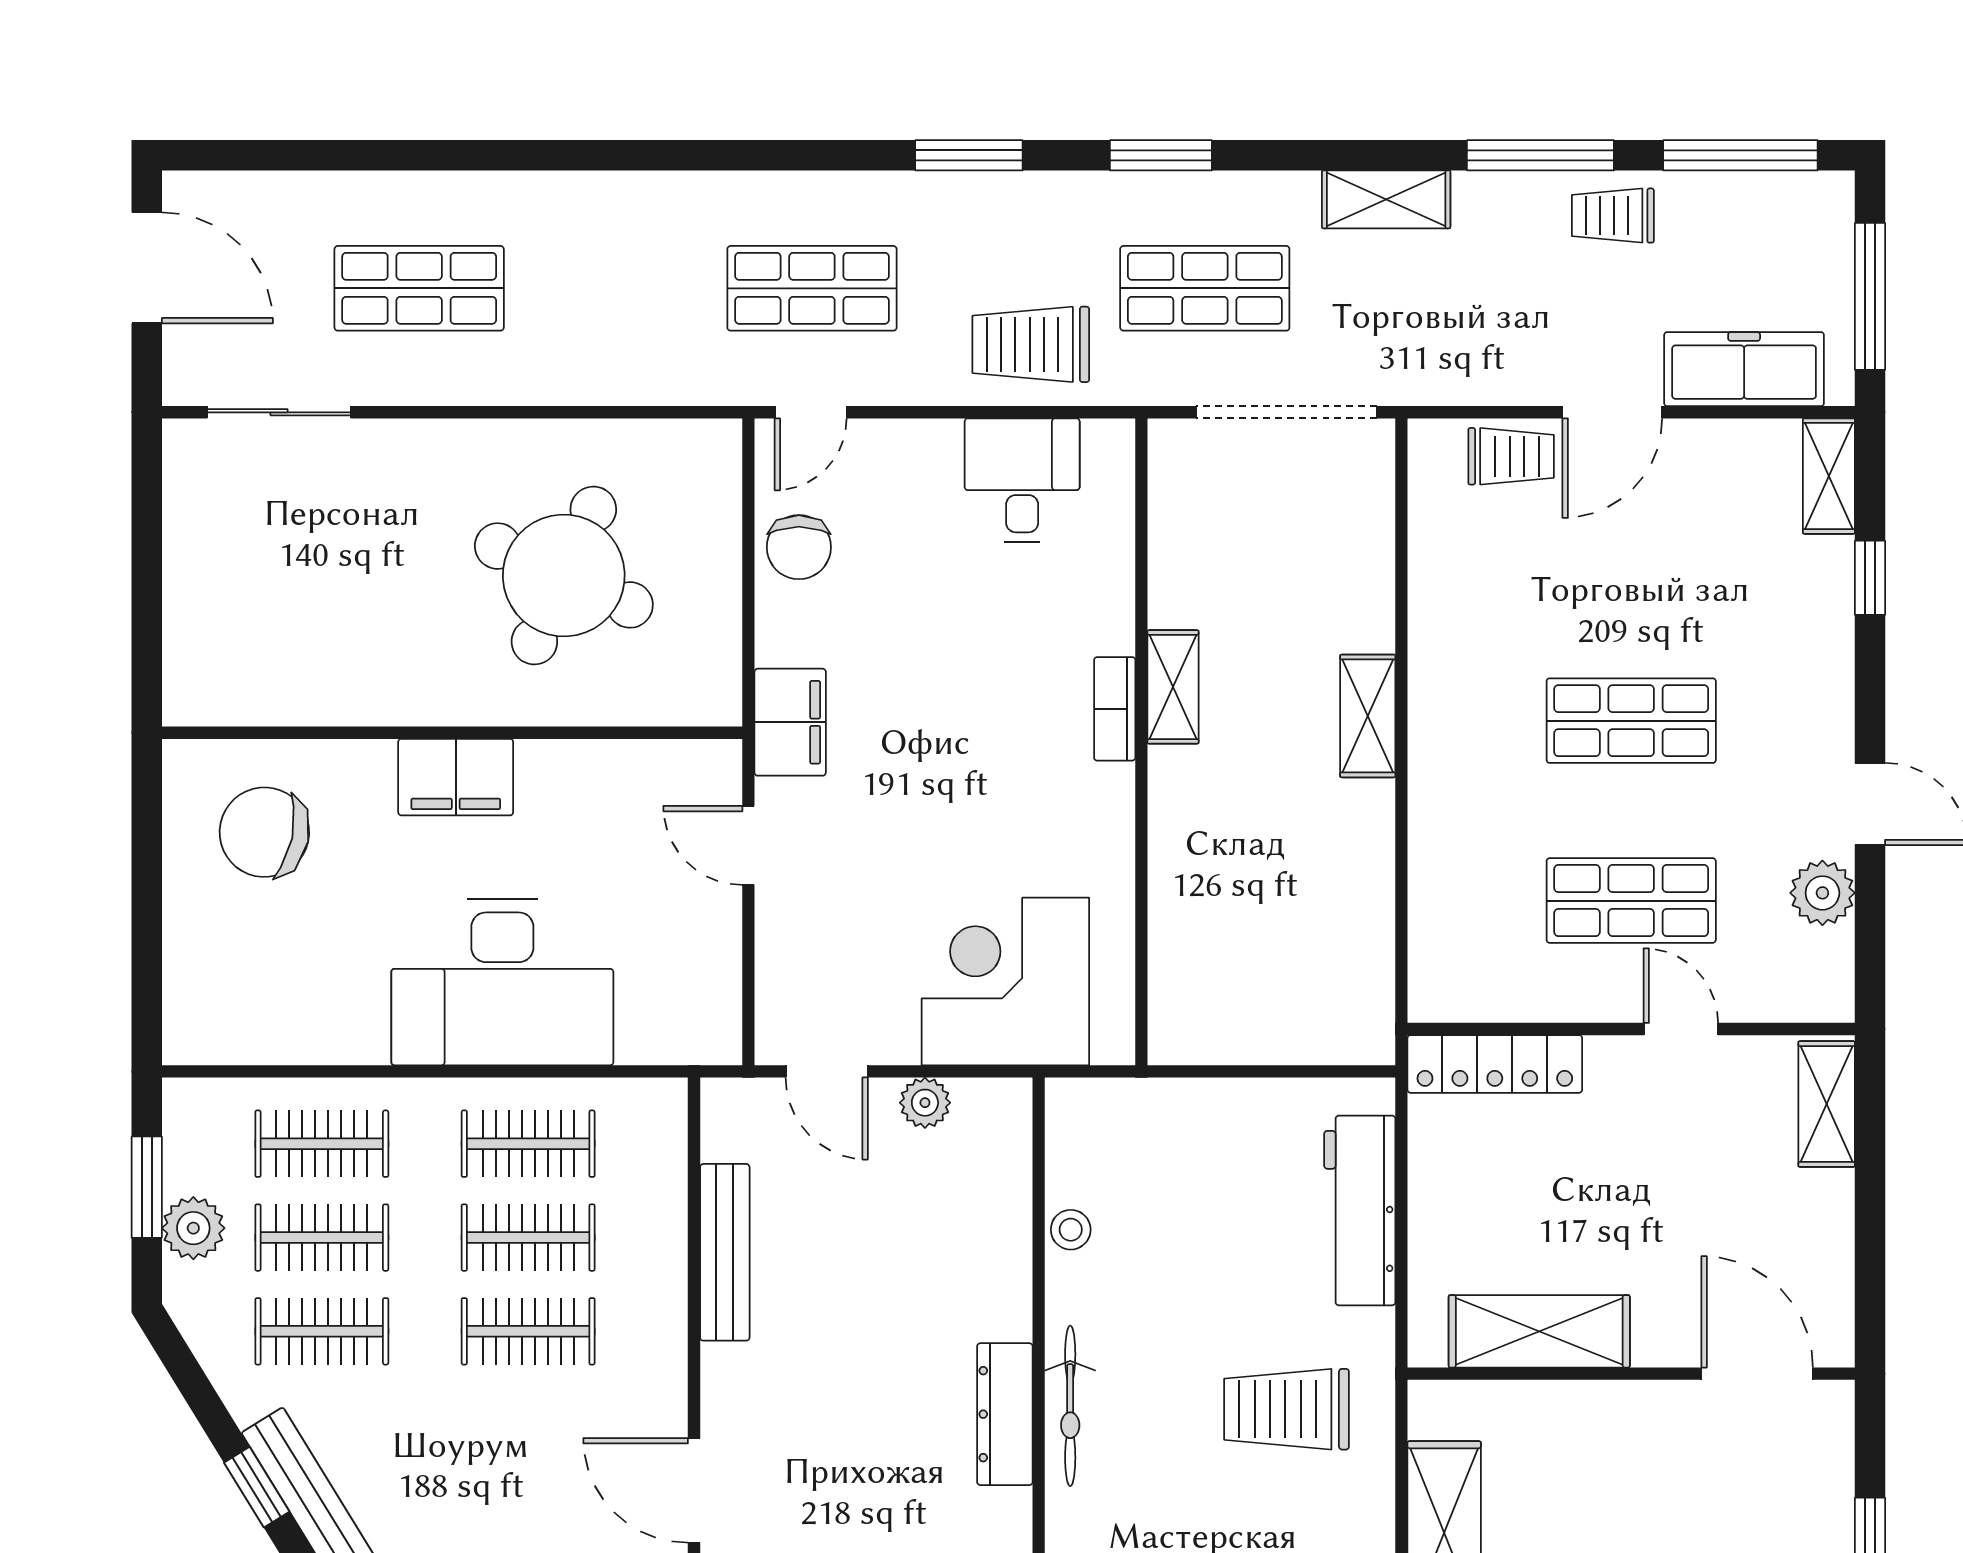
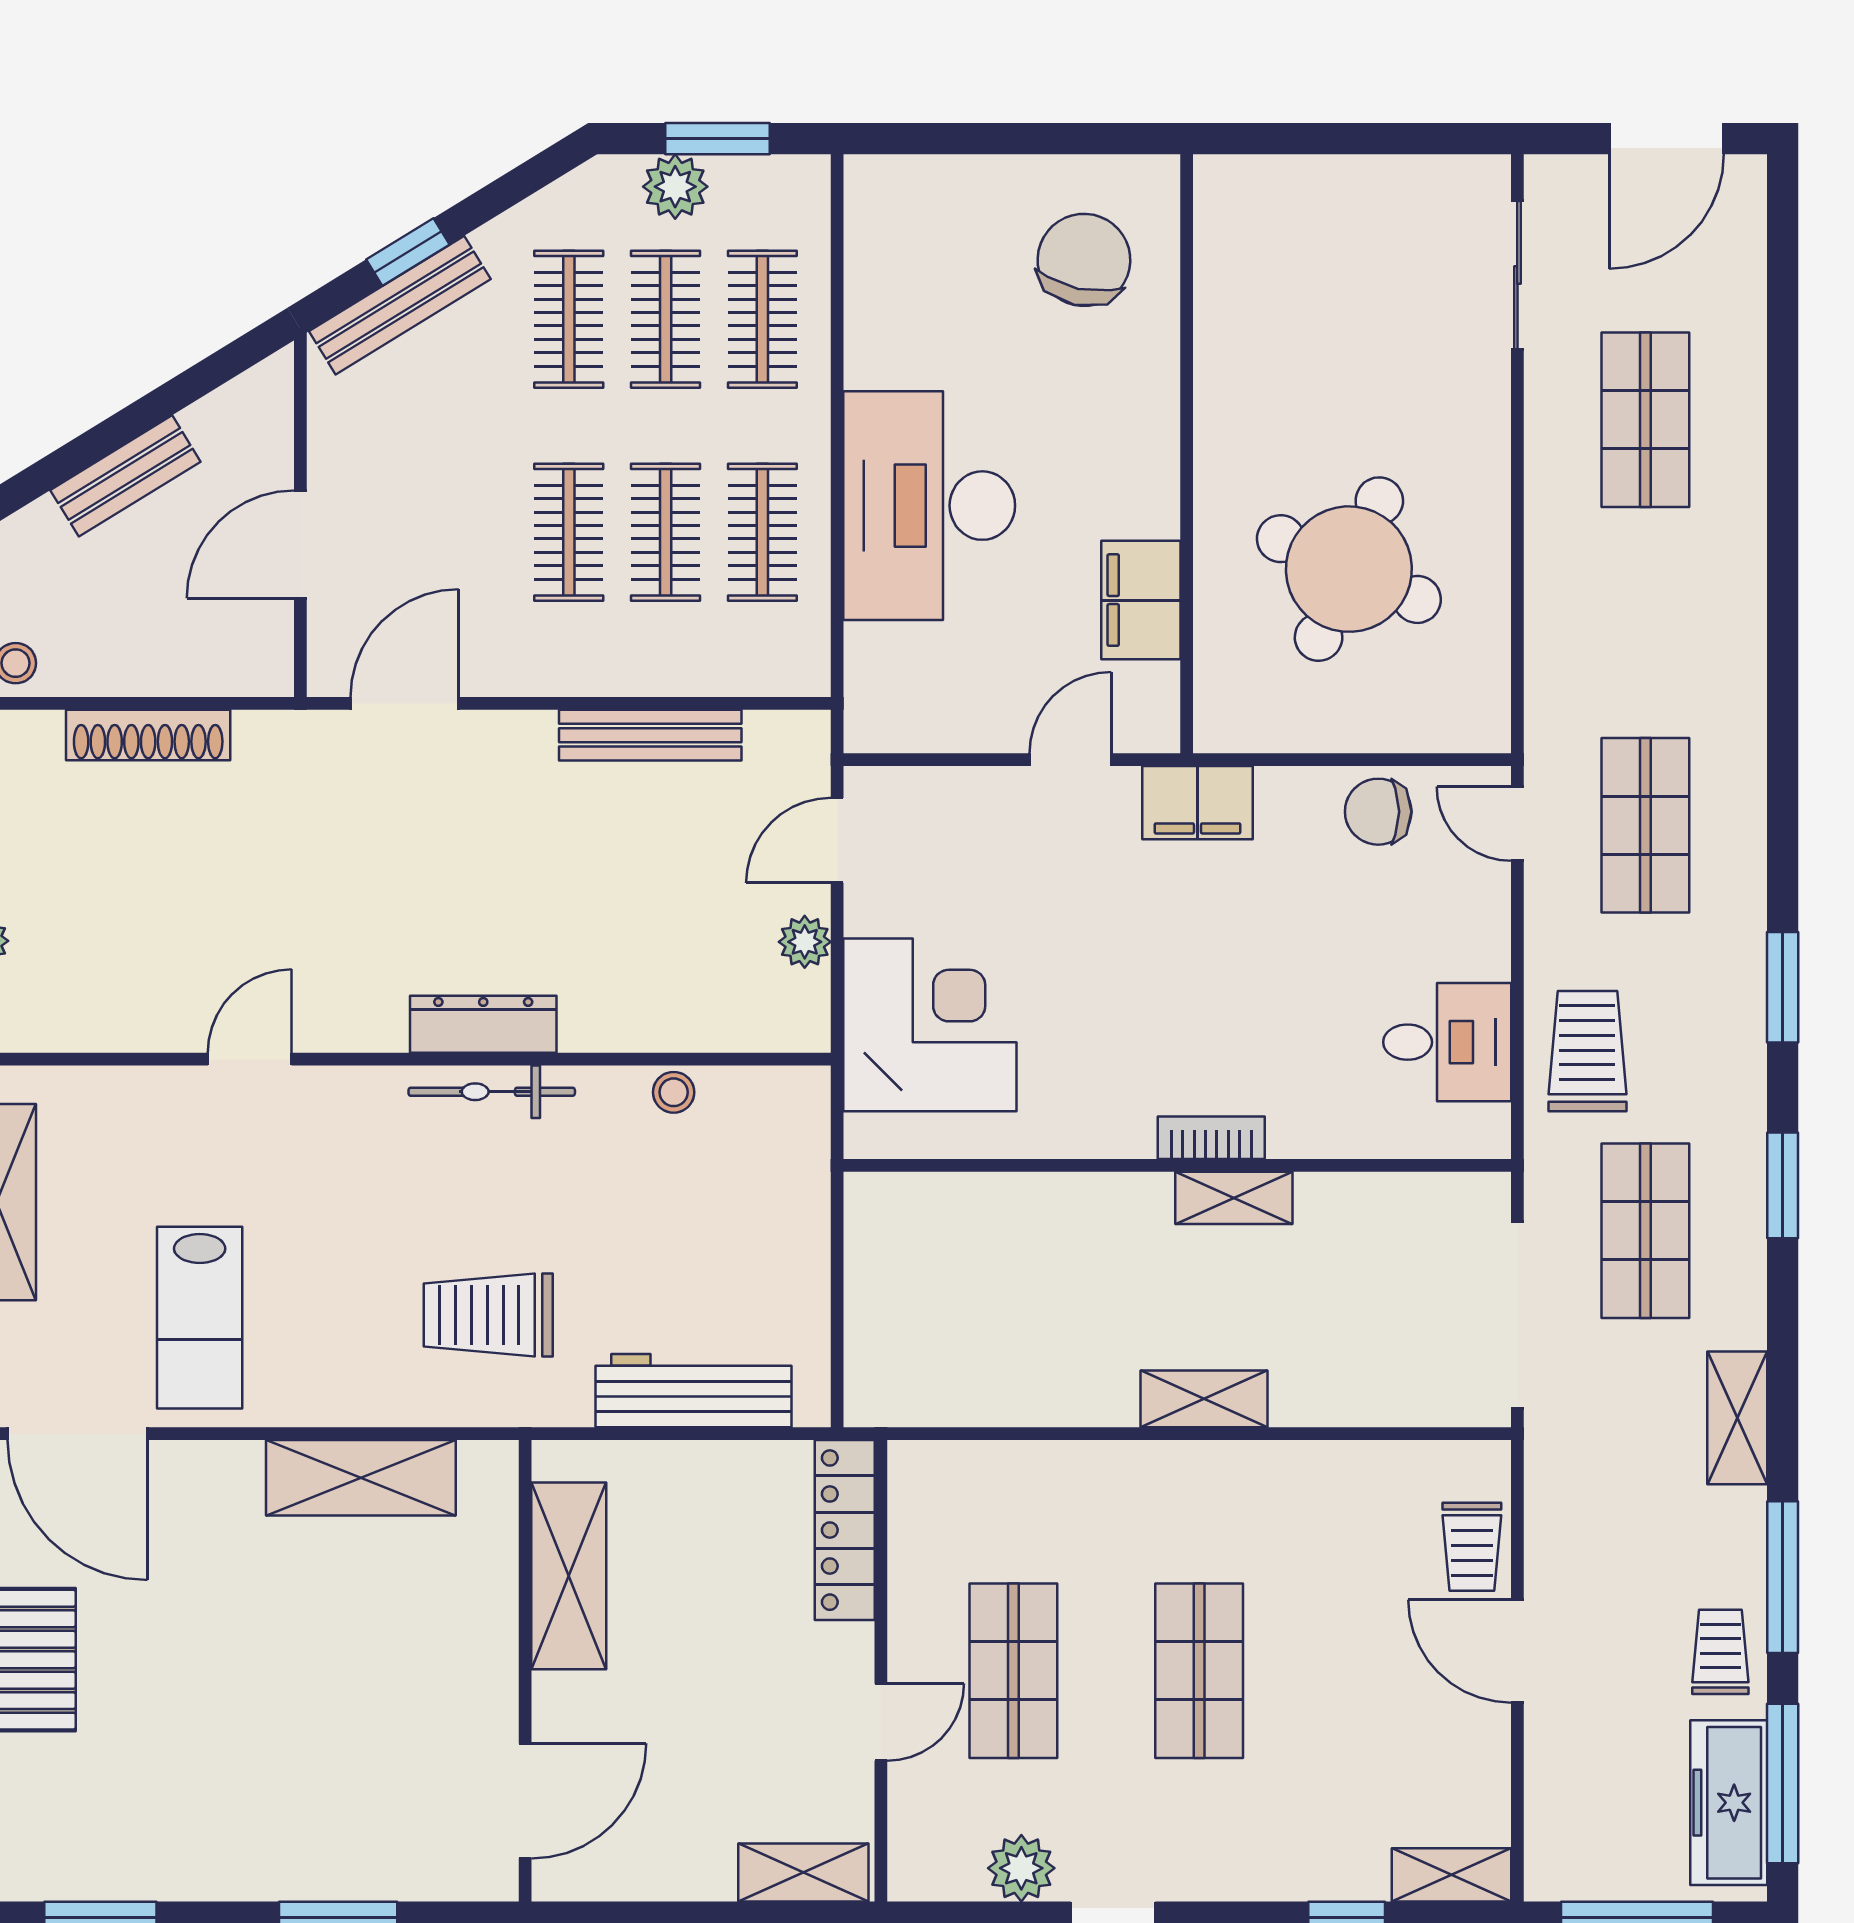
freezer: (1744, 369) -> (1729, 1803), moved, turned 180
filing cabinet: (456, 777) -> (1141, 600), moved
trolley: (1287, 1409) -> (488, 1315), turned -90

